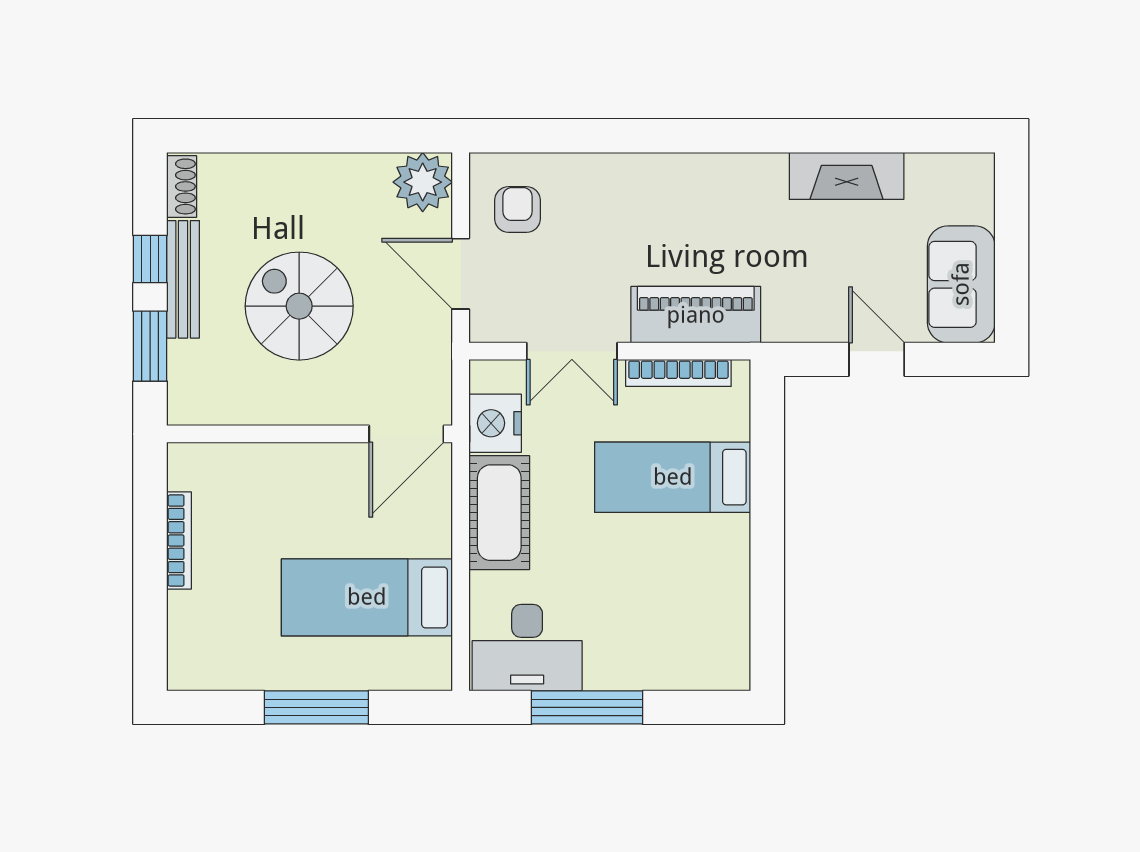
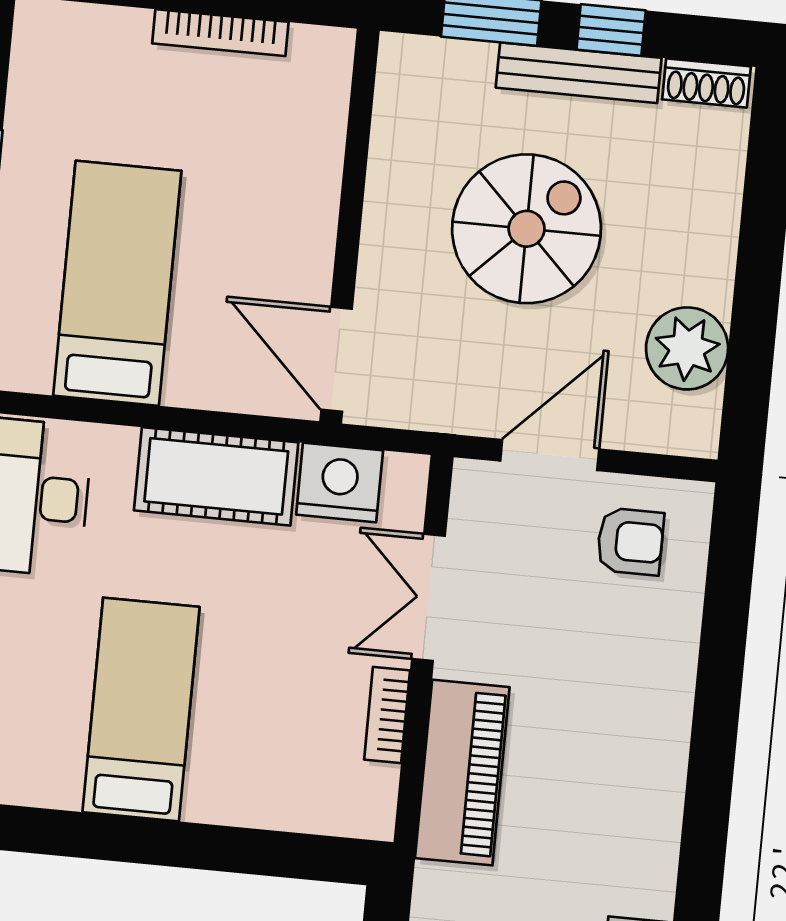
plant: (423, 182) -> (687, 348), moved
bookcase: (678, 373) -> (387, 715), width x0.64
bed: (673, 477) -> (141, 709), moved

